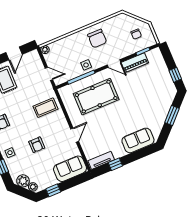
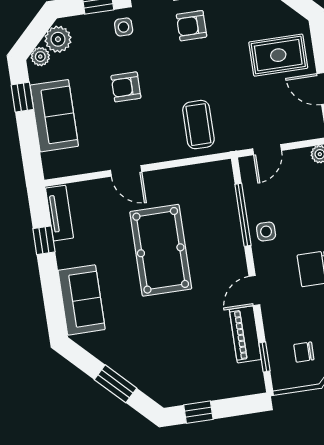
pool table: (96, 97) -> (161, 250), moved
sofa: (70, 169) -> (54, 116), moved

